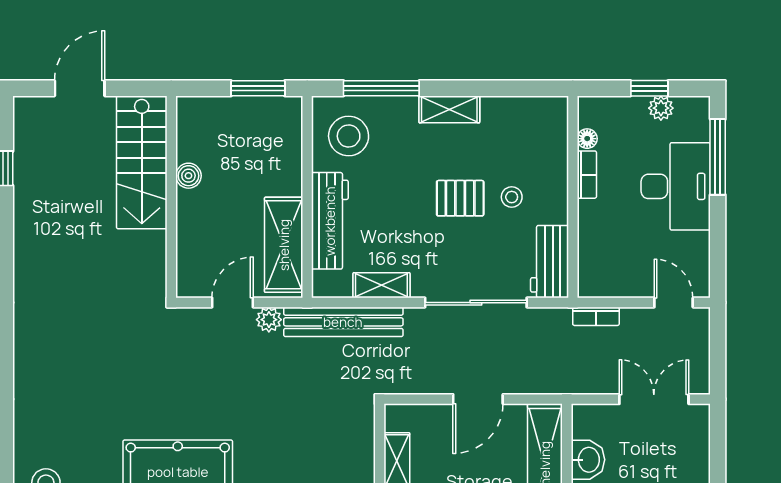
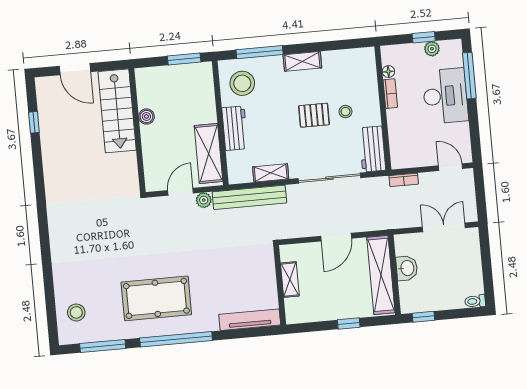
door: (80, 88) -> (75, 69), swing flipped
workbench: (330, 221) -> (235, 128), width x0.73

